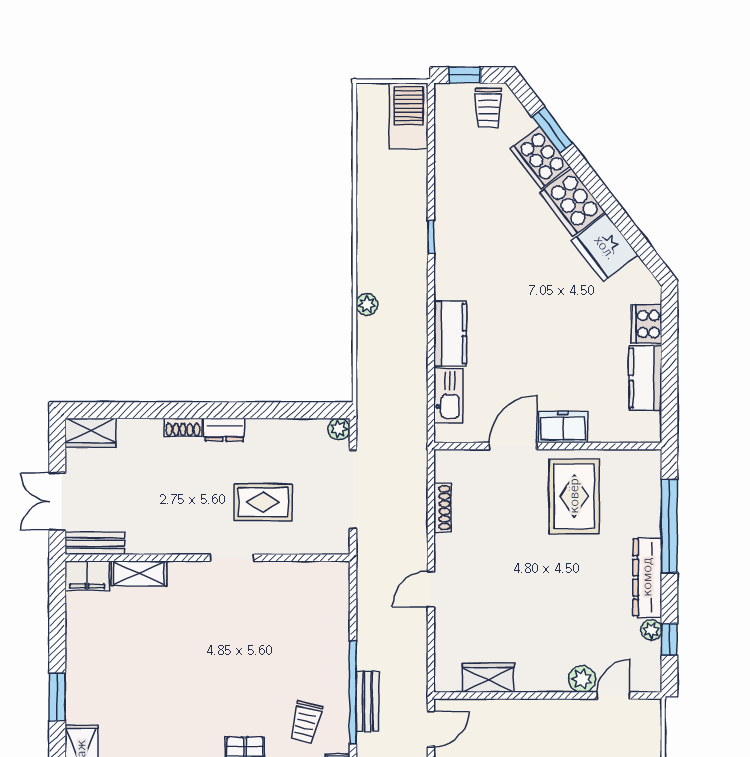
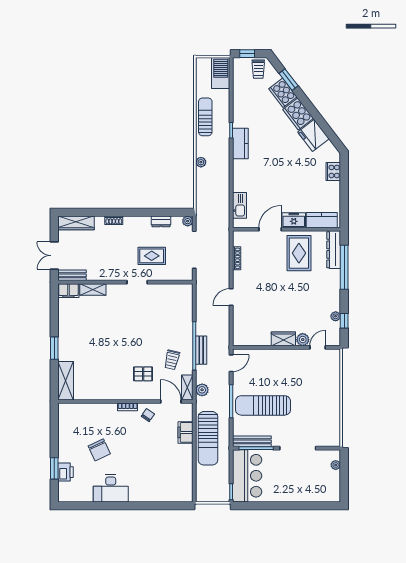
sun lounger: (376, 209) -> (205, 117), added
kitchen counter: (450, 334) -> (240, 143), moved
kitchen counter: (645, 378) -> (322, 220), moved, turned 90
dresser: (224, 430) -> (161, 221), moved
wardrobe: (90, 433) -> (76, 223), width x1.50
dresser: (647, 577) -> (334, 250), moved
wardrobe: (488, 678) -> (283, 339), moved

